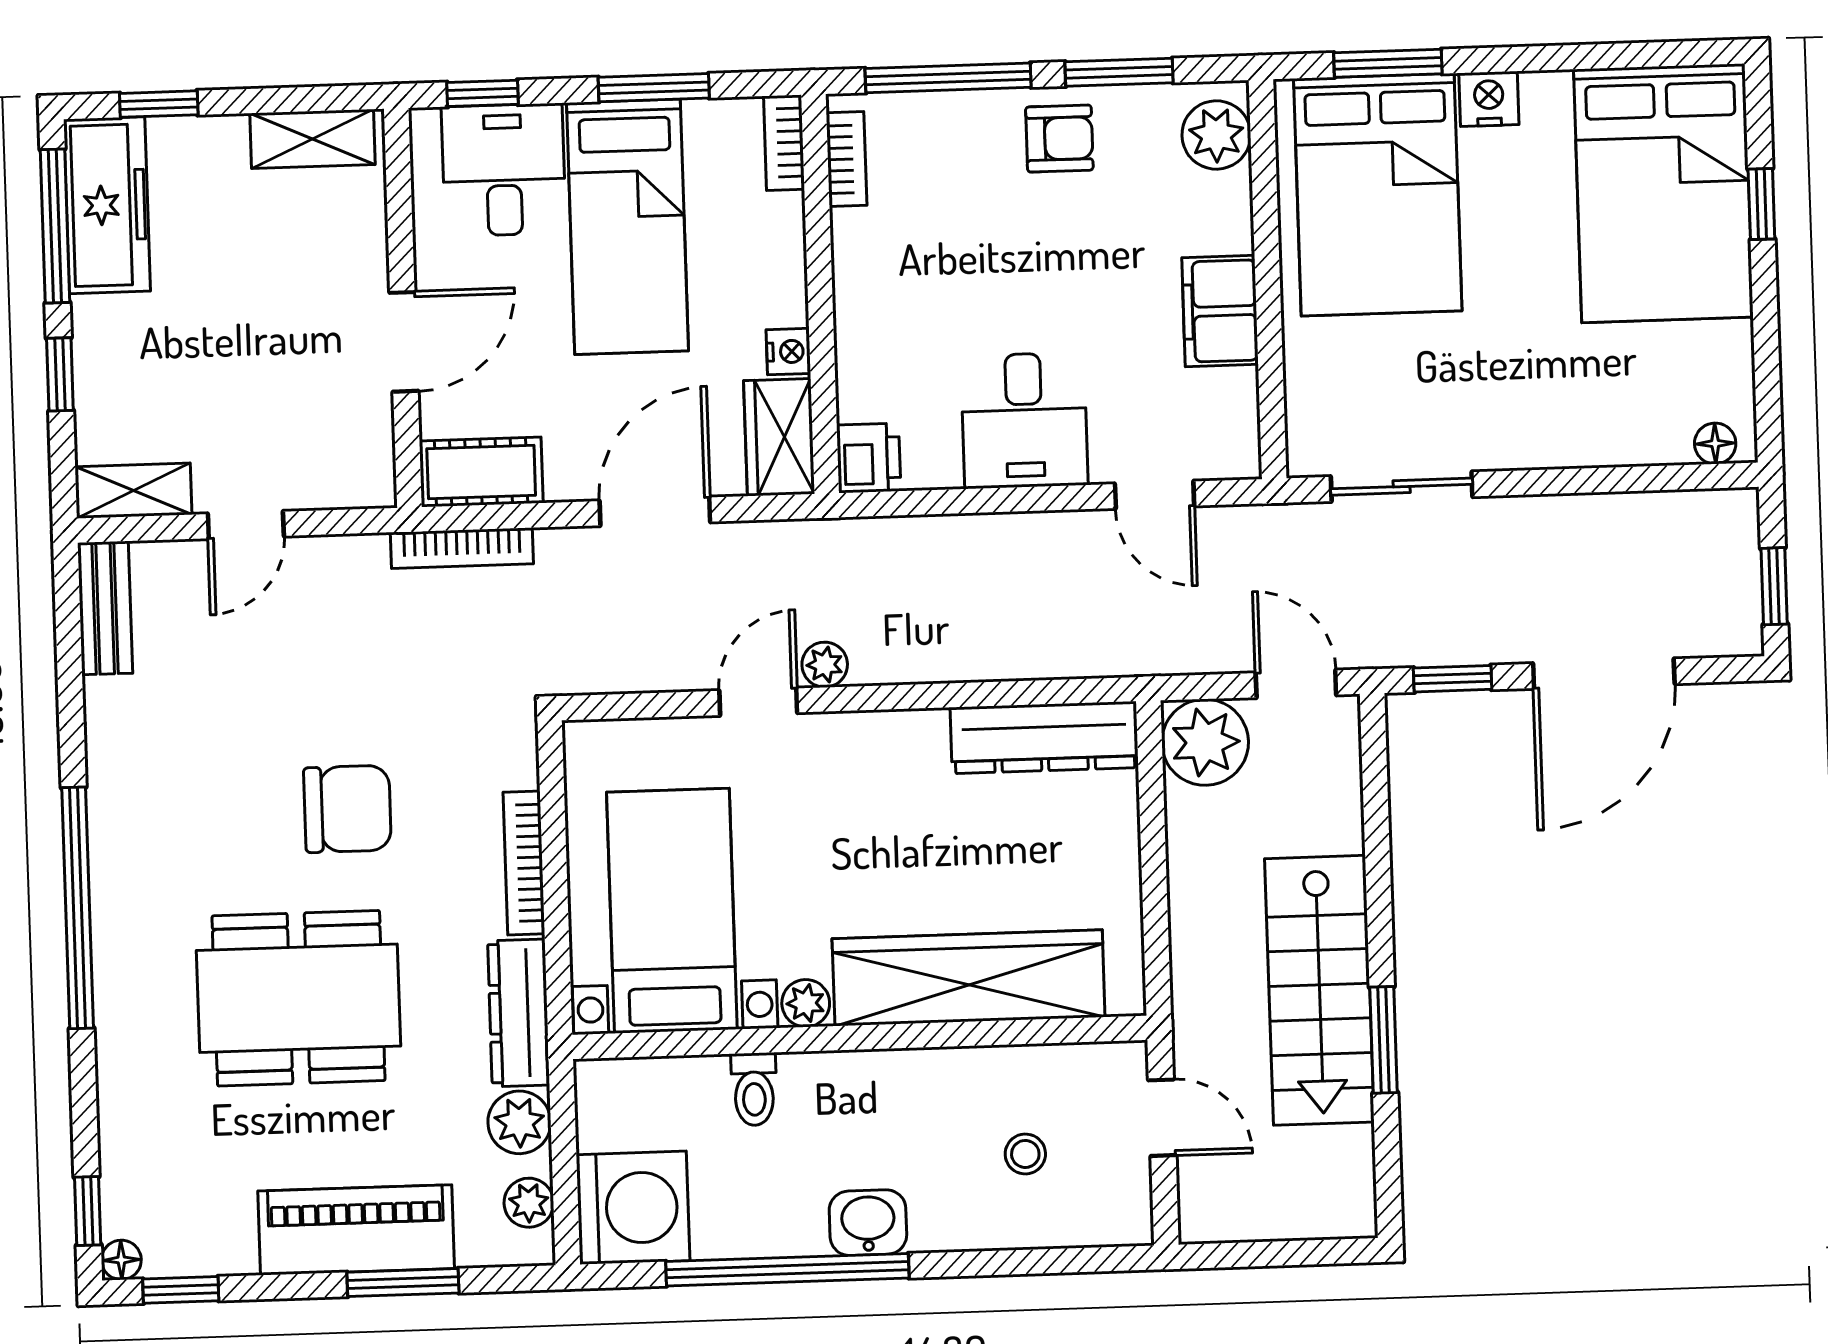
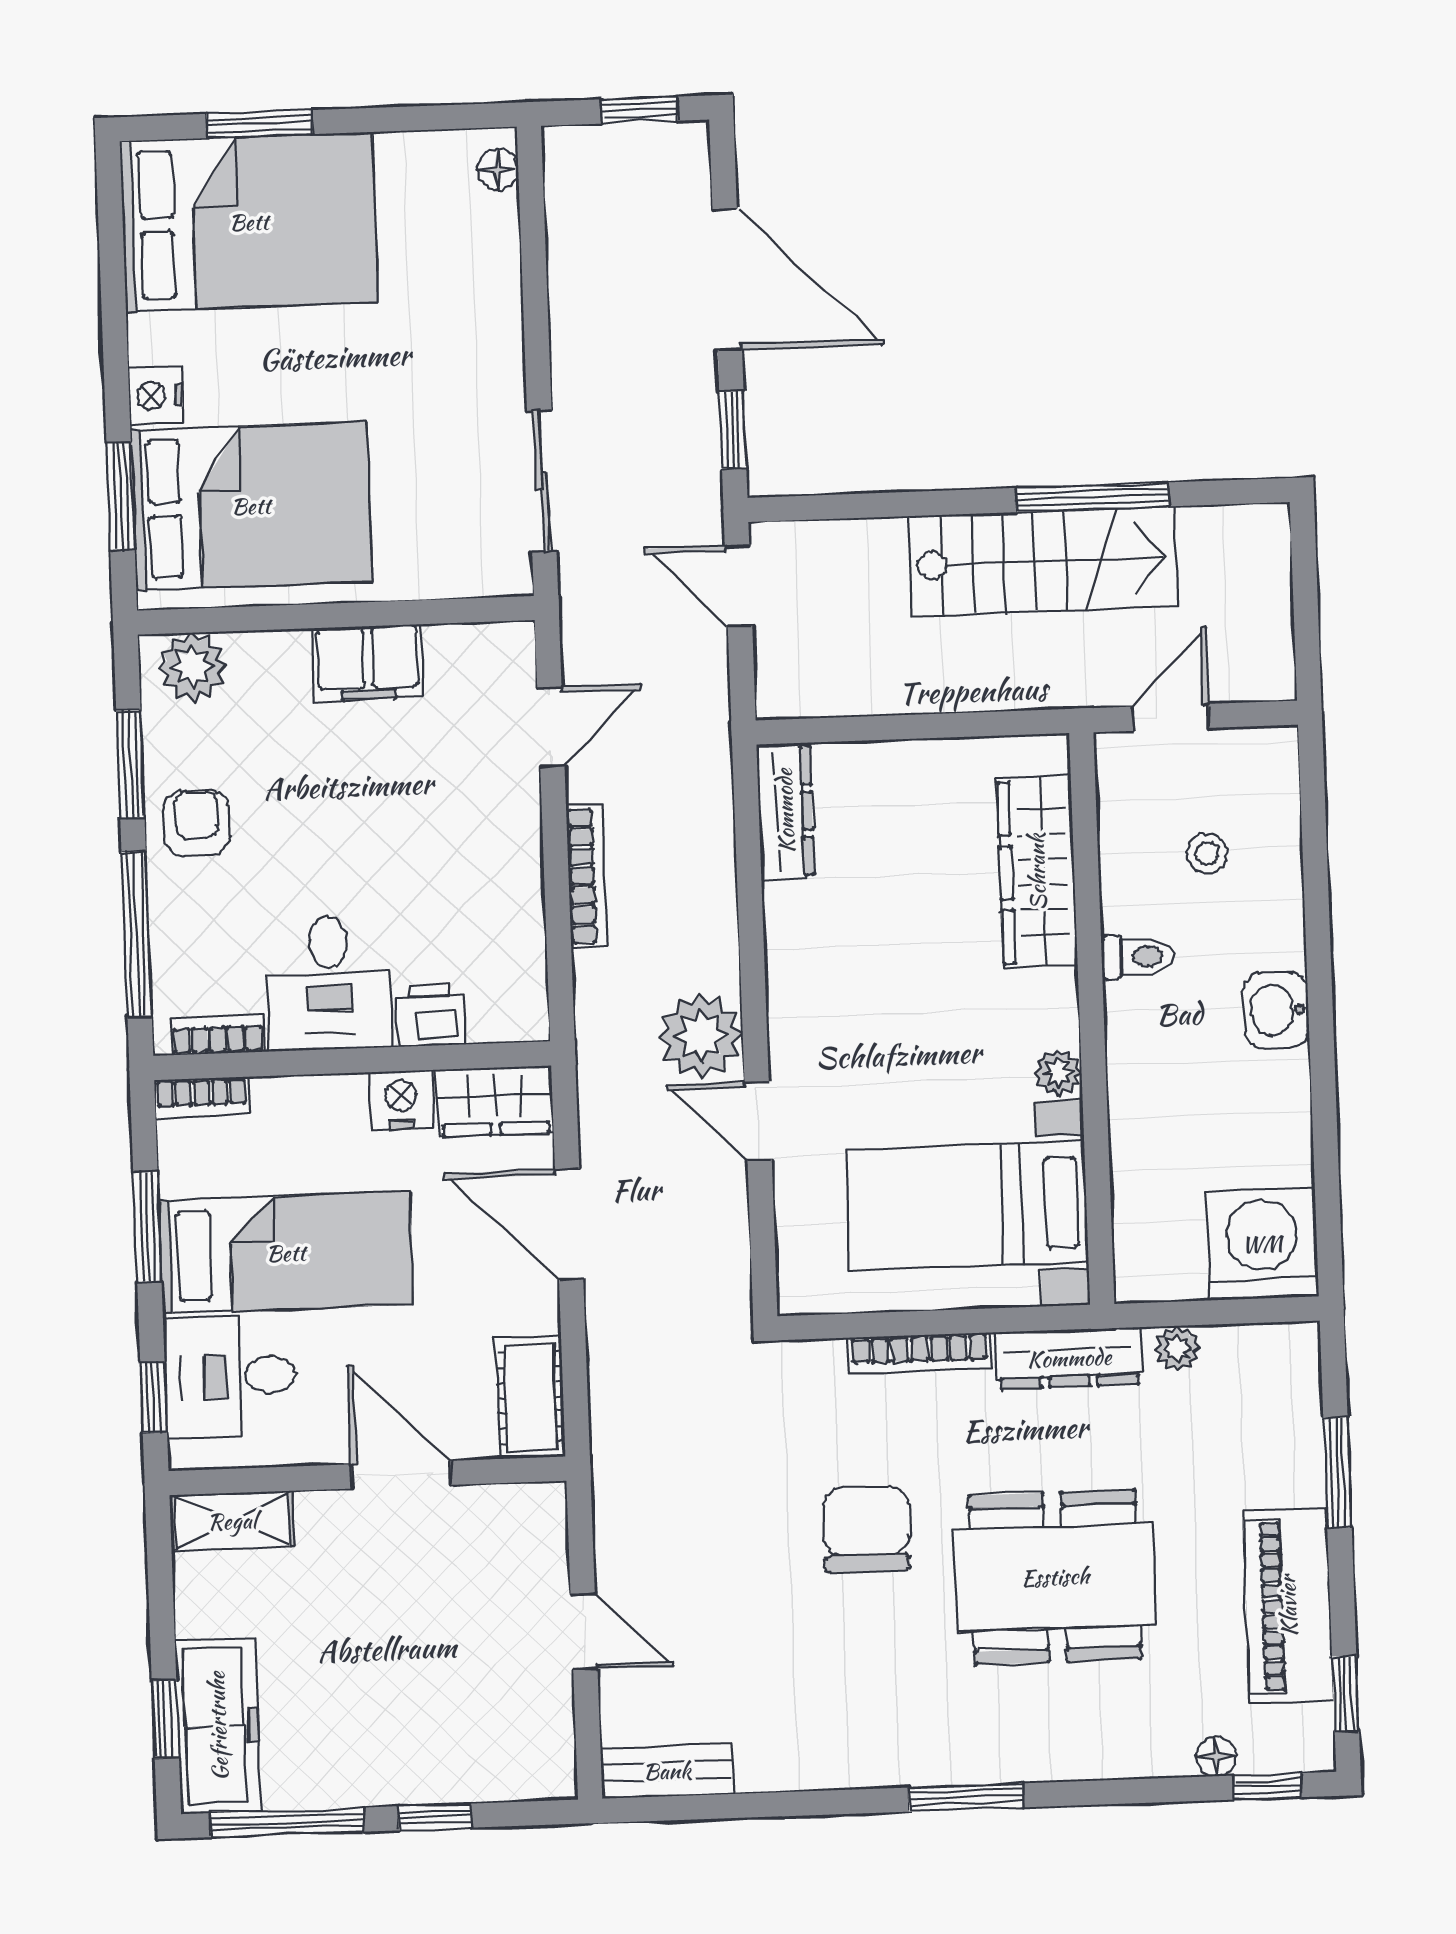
shelving: (312, 139) -> (232, 1521), moved, turned 90
window: (1761, 204) -> (259, 124), width x1.50
freezer: (107, 205) -> (218, 1726), moved, turned 90
nightstand: (788, 352) -> (401, 1100), width x1.39, depth x1.35
desk: (1024, 420) -> (329, 983), moved, turned 90
printer: (869, 458) -> (430, 1015), moved
shelving: (133, 491) -> (550, 1743), removed
bookcase: (462, 548) -> (586, 876), moved
plant: (825, 665) -> (701, 1036), width x1.88, depth x1.88
door: (1296, 684) -> (738, 586), hinge flipped
dresser: (1044, 738) -> (785, 811), width x0.73, depth x0.80
plant: (1205, 742) -> (797, 676), removed
window: (78, 908) -> (966, 1797), width x0.47
wardrobe: (969, 978) -> (1037, 872), width x0.71, depth x0.85
dining table: (299, 998) -> (1055, 1577), turned 90
window: (1384, 1040) -> (1093, 497), width x1.44
toilet: (754, 1089) -> (1138, 956), moved
plant: (519, 1122) -> (1177, 1348), width x0.73, depth x0.73
plant: (529, 1203) -> (1258, 1347), removed
piano: (356, 1230) -> (1288, 1606), moved
floor lamp: (121, 1260) -> (1216, 1756), moved
window: (787, 1270) -> (1323, 1090), removed

